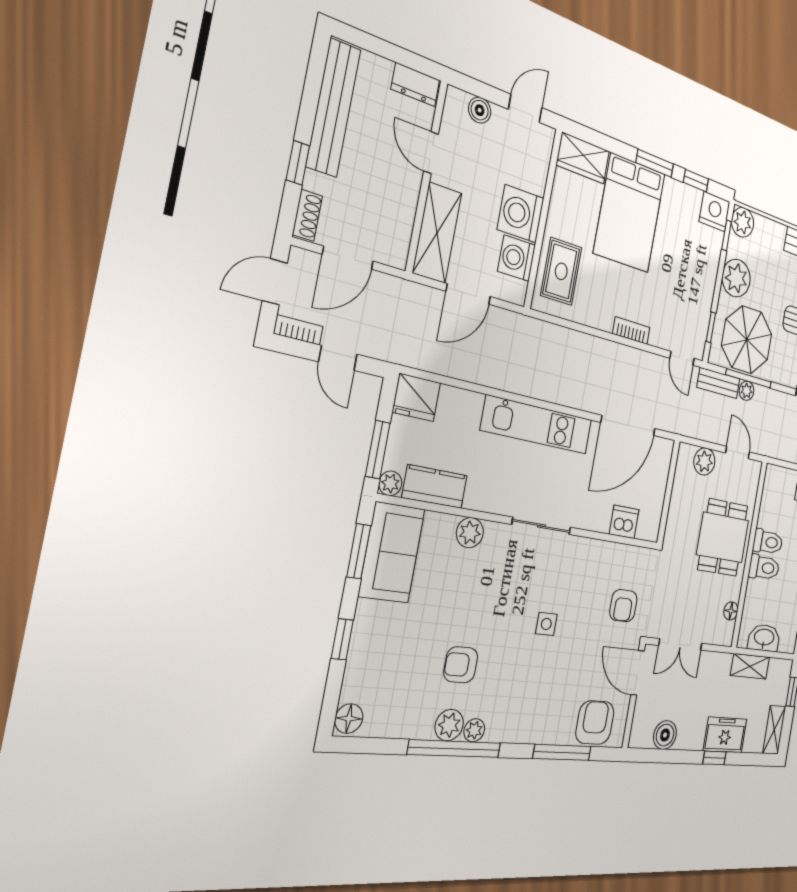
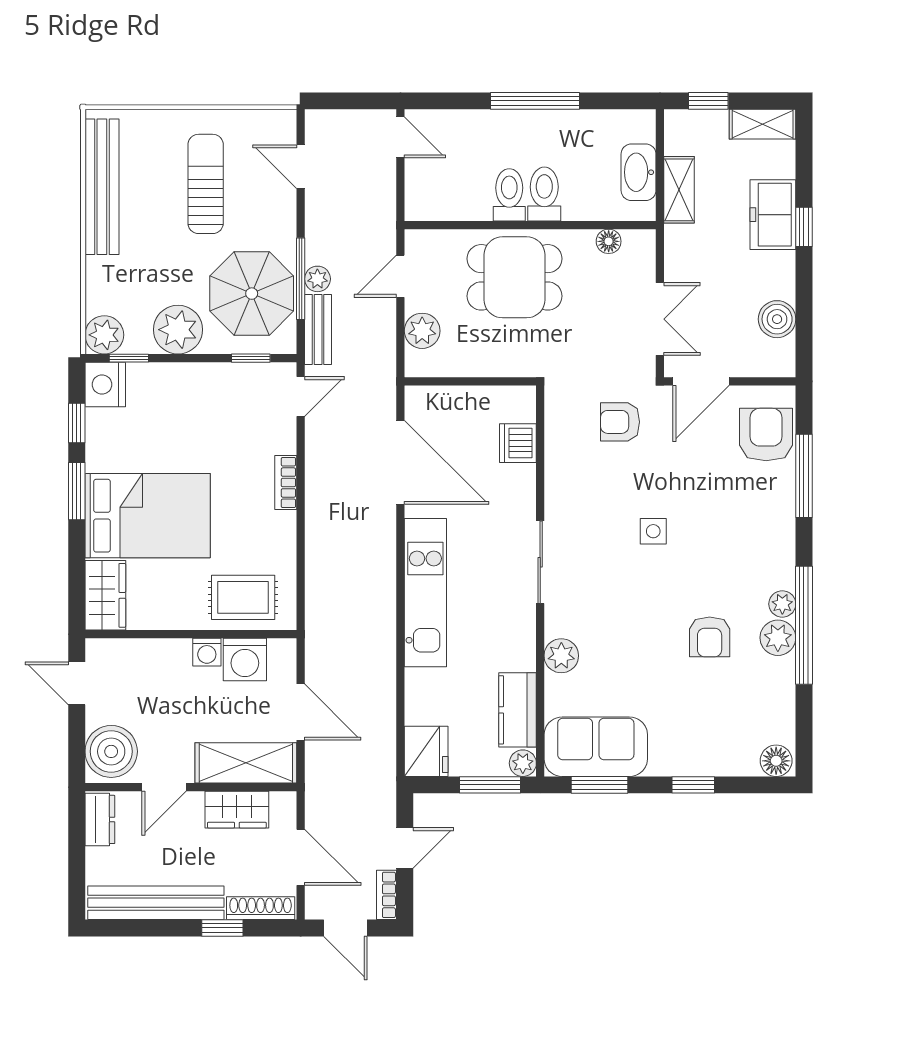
boiler: (480, 110) -> (111, 751), width x1.86, depth x1.86
wardrobe: (400, 212) -> (237, 810), added
washing machine: (521, 214) -> (207, 652), width x0.53, depth x0.53
shoe rack: (307, 215) -> (261, 908), width x1.43
armchair: (623, 606) -> (620, 422), turned 180
armchair: (595, 723) -> (766, 435), turned 90

